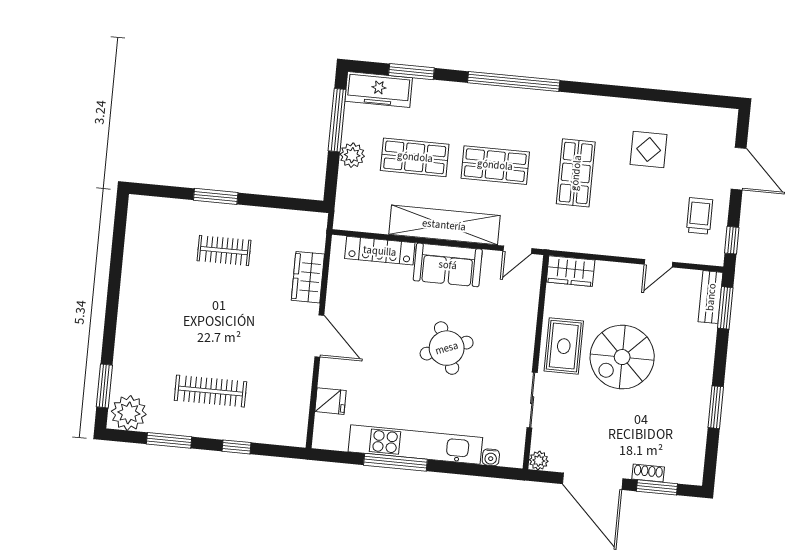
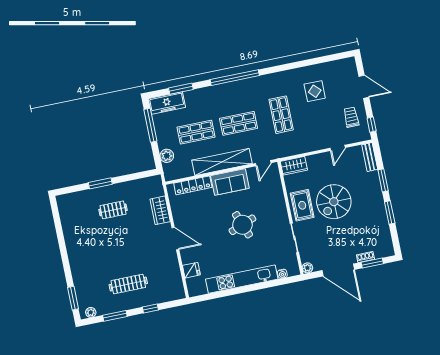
plant: (352, 155) -> (167, 156), moved
window: (725, 308) -> (383, 180), moved
plant: (129, 413) -> (91, 312), width x0.53, depth x0.53
window: (395, 462) -> (234, 291), removed

